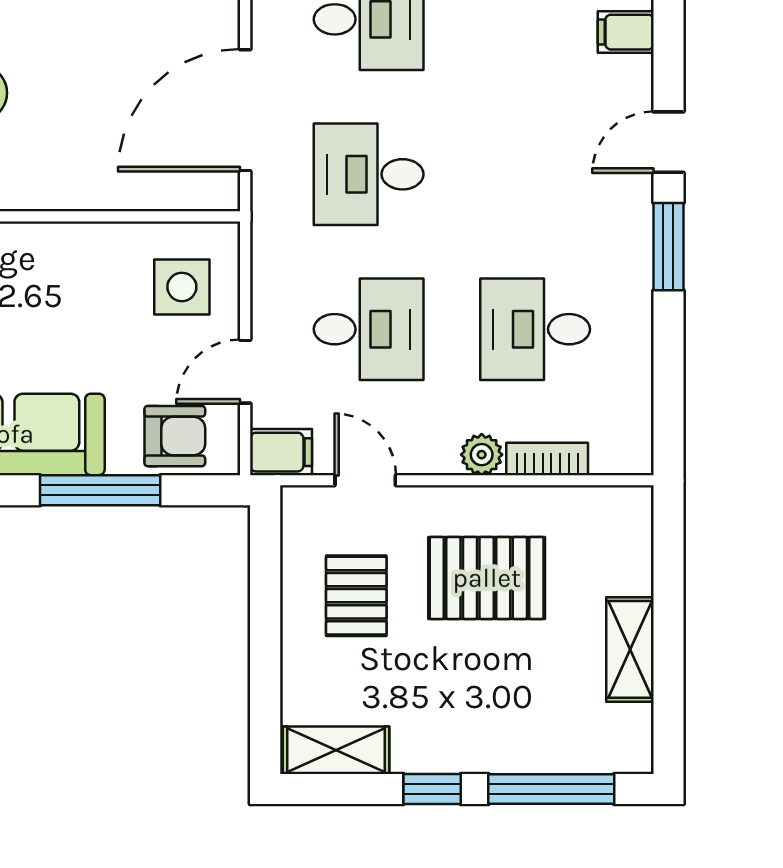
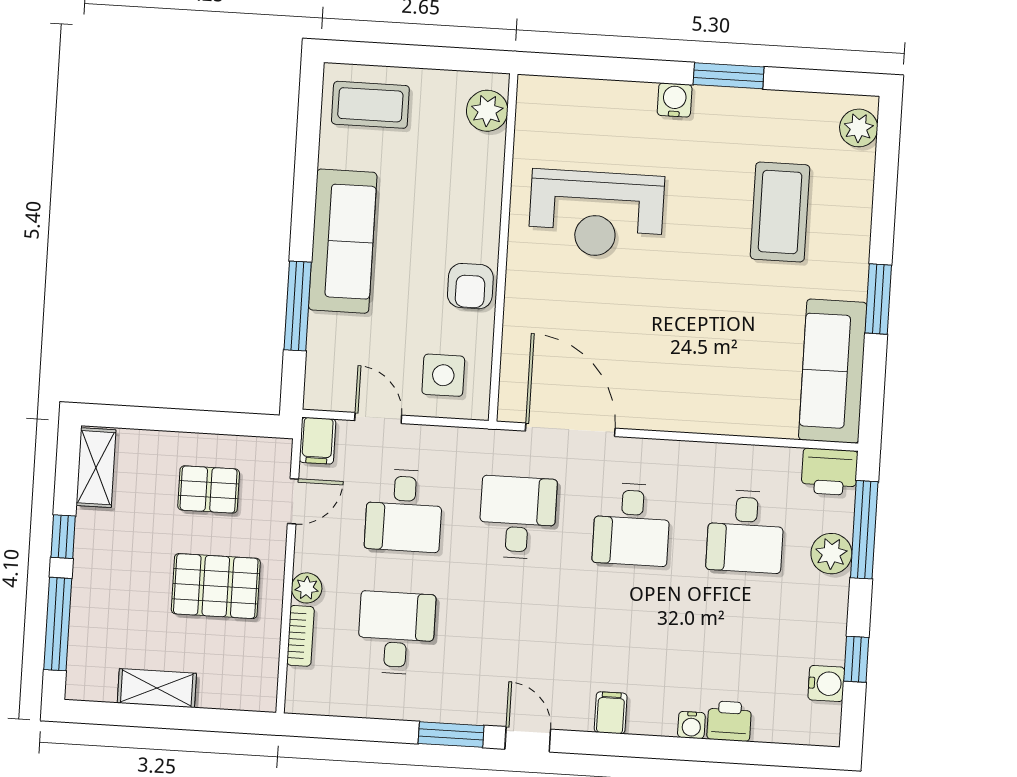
armchair: (175, 436) -> (470, 286), moved
pallet: (487, 578) -> (216, 586), turned 90

